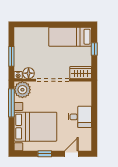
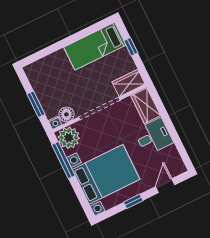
wardrobe: (85, 94) -> (146, 106), added

